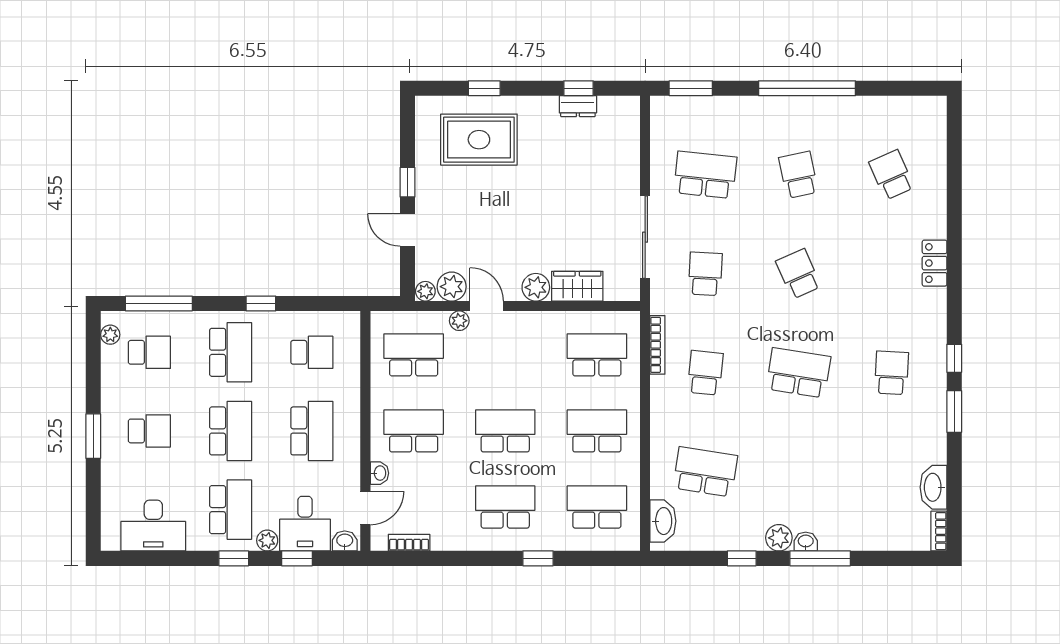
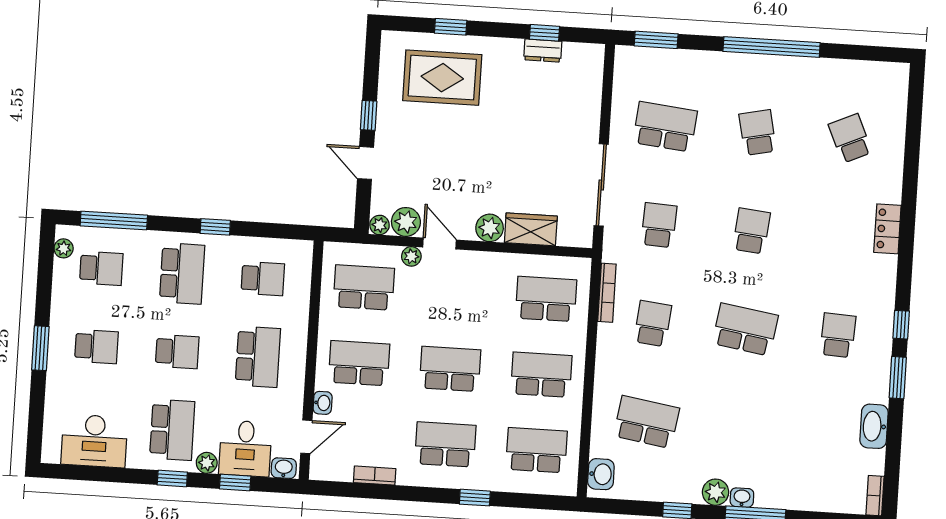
school desk: (798, 274) -> (751, 231), turned 30
school desk: (231, 431) -> (177, 352), width x0.54
washbasin: (933, 487) -> (874, 426), moved
washbasin: (663, 521) -> (601, 474), width x0.72
bookcase: (409, 543) -> (375, 476), moved

